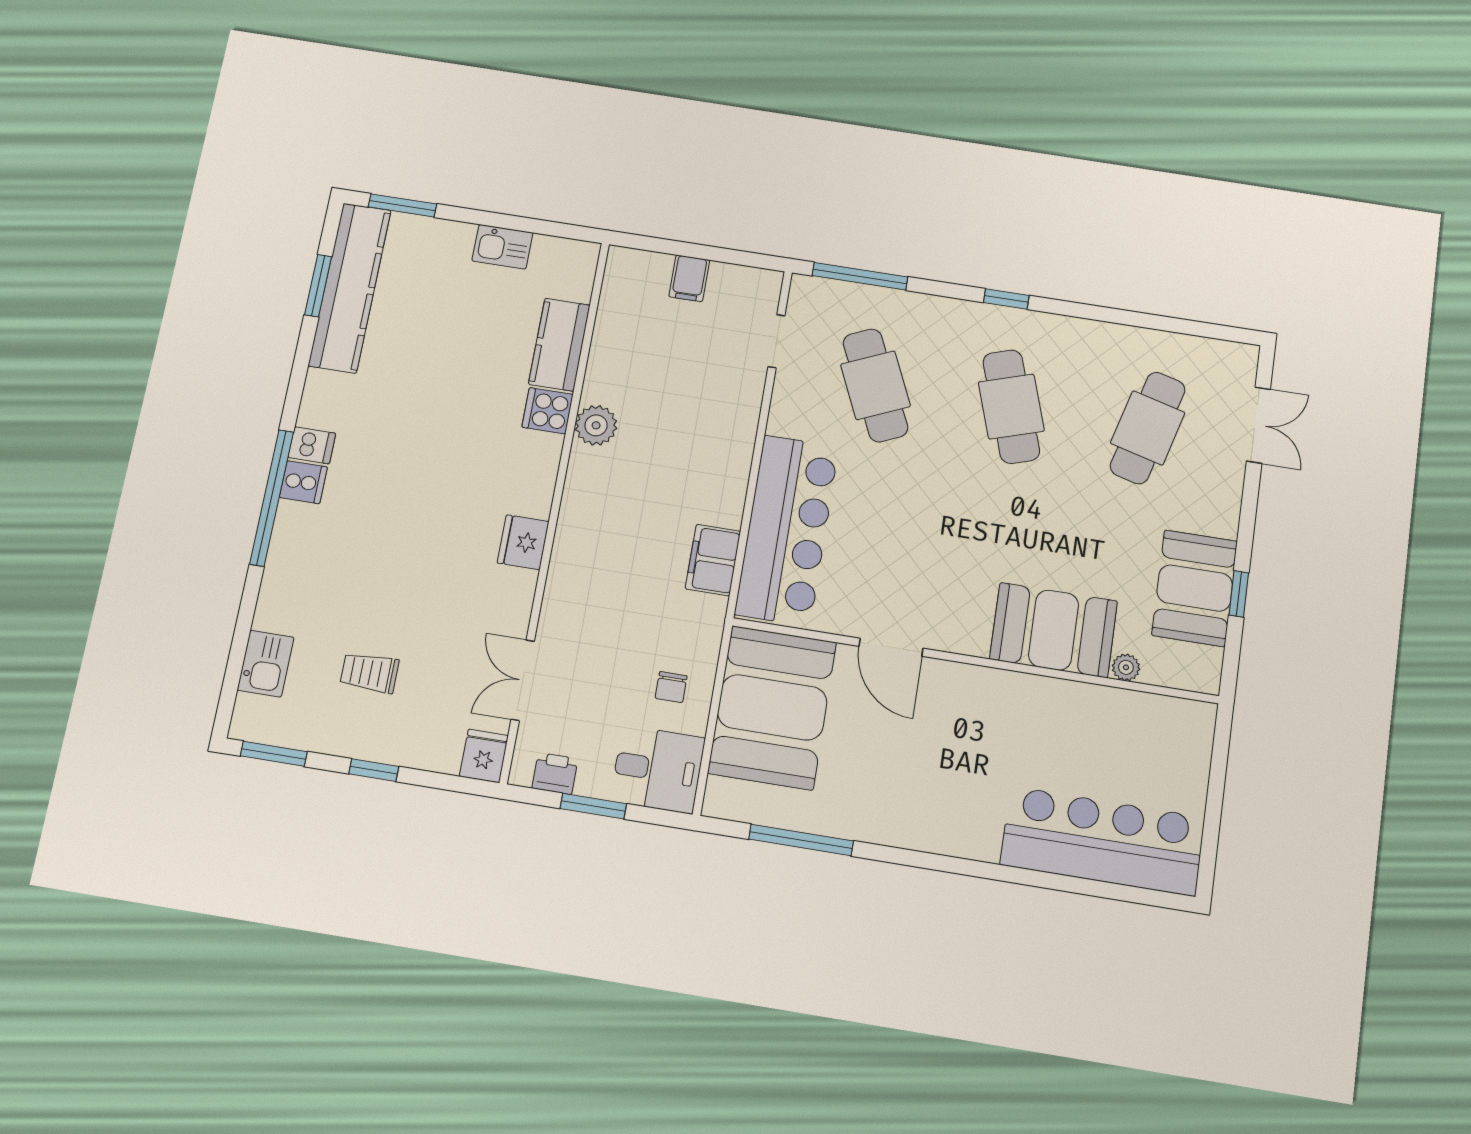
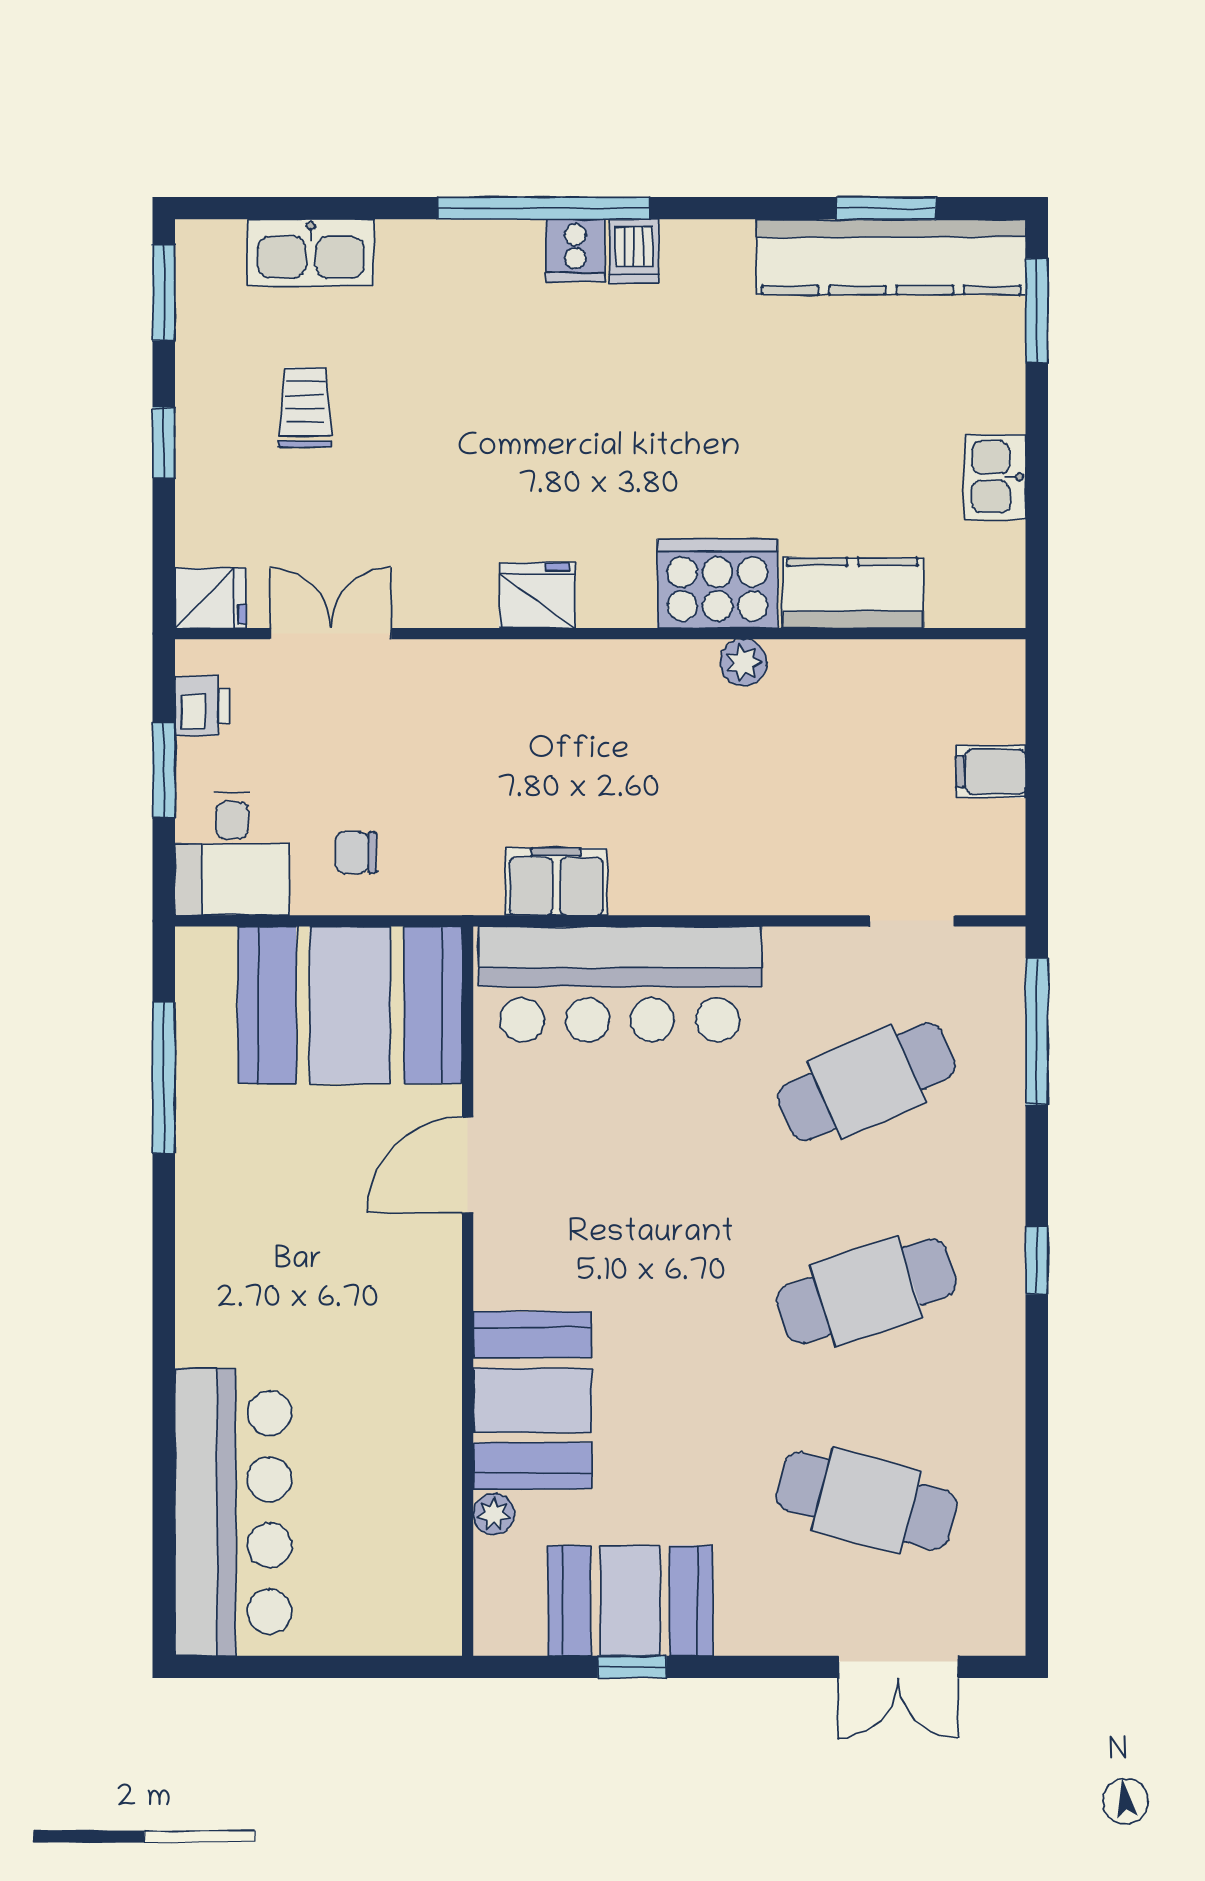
cooker: (547, 411) -> (718, 584), width x1.87, depth x1.31
plant: (596, 425) -> (744, 663), width x0.73, depth x0.73
kitchen sink: (266, 664) -> (311, 253), width x1.38

